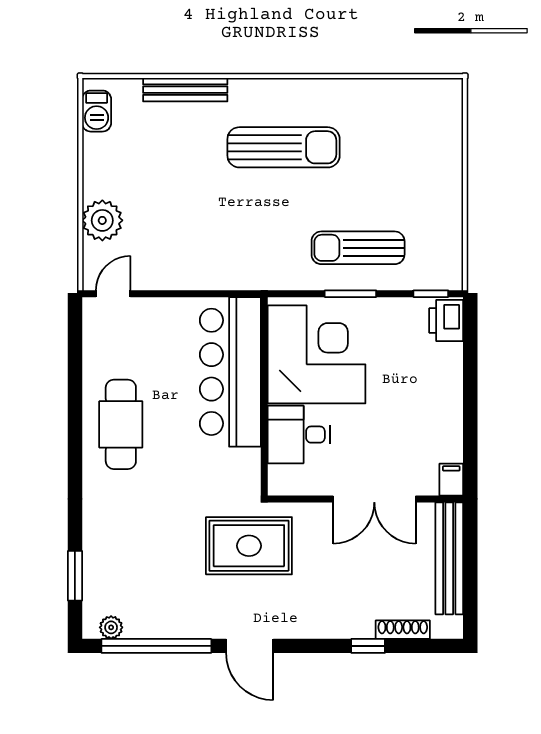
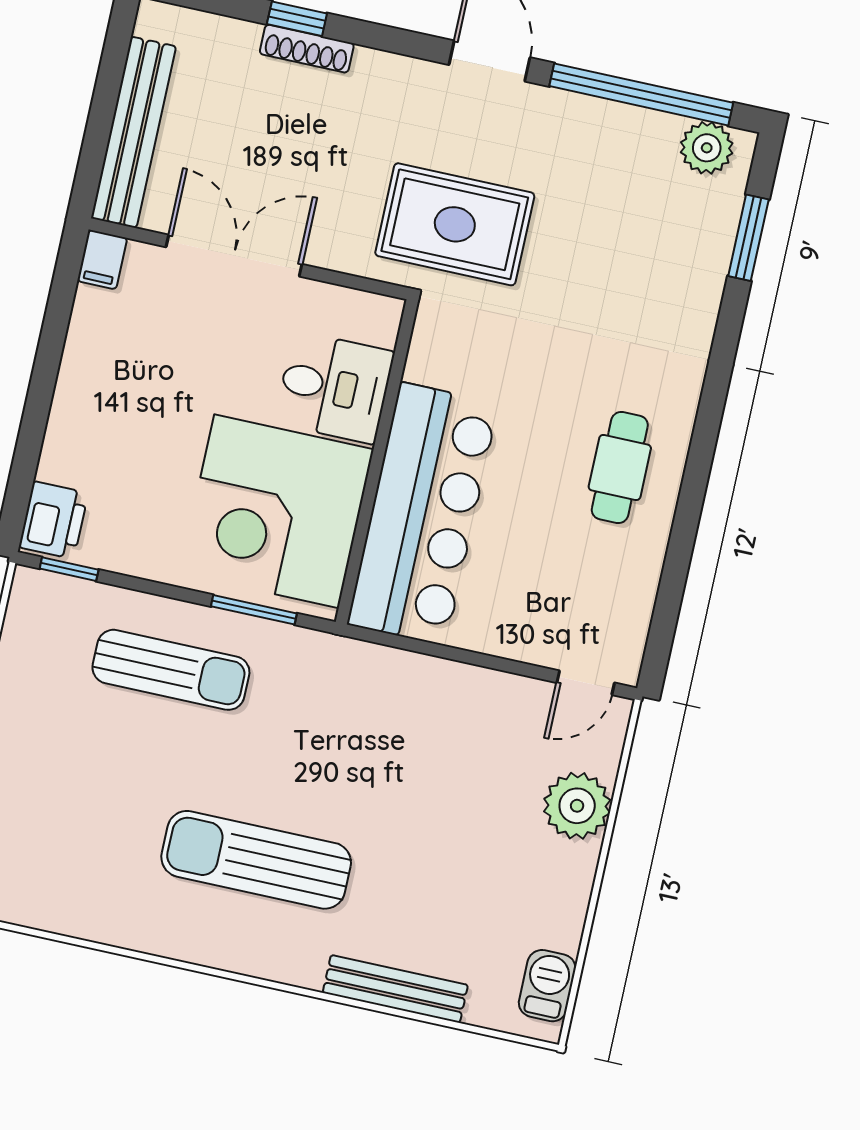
window: (350, 294) -> (254, 610), moved
cafe table: (121, 424) -> (620, 467), width x0.73, depth x0.74
plant: (111, 627) -> (707, 148), width x1.38, depth x1.38
shoe rack: (403, 630) -> (307, 49), moved

